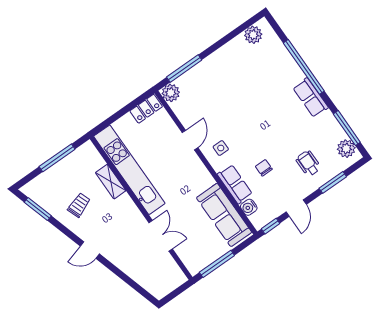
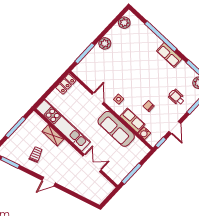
plant: (171, 93) -> (105, 43), moved
sofa: (224, 215) -> (116, 129), moved

